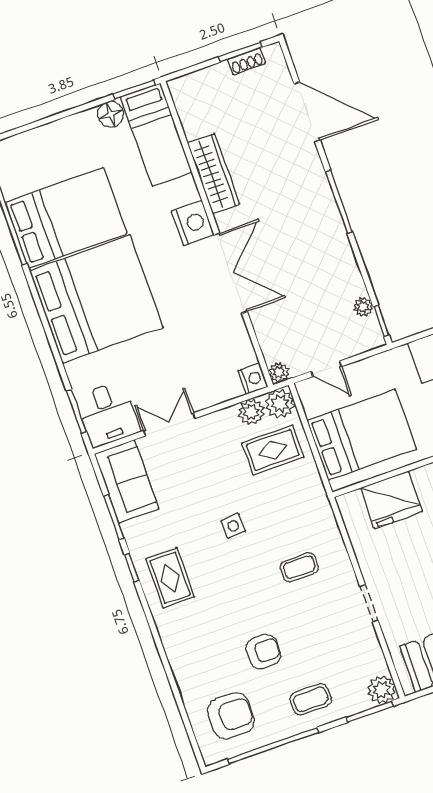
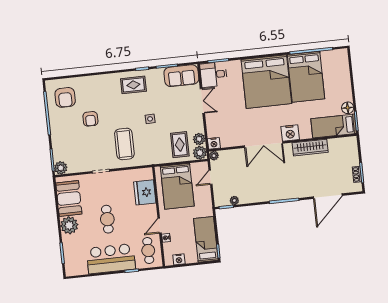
coffee table: (299, 567) -> (124, 144), width x1.86, depth x1.72
coffee table: (311, 699) -> (64, 135), removed

